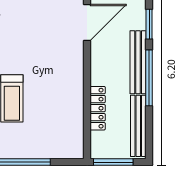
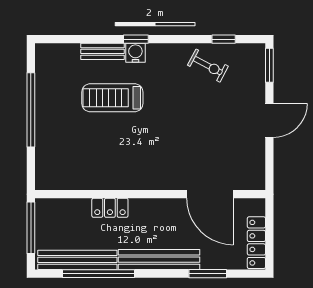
window: (149, 78) -> (98, 274), moved
locker: (98, 108) -> (110, 208), width x0.66

